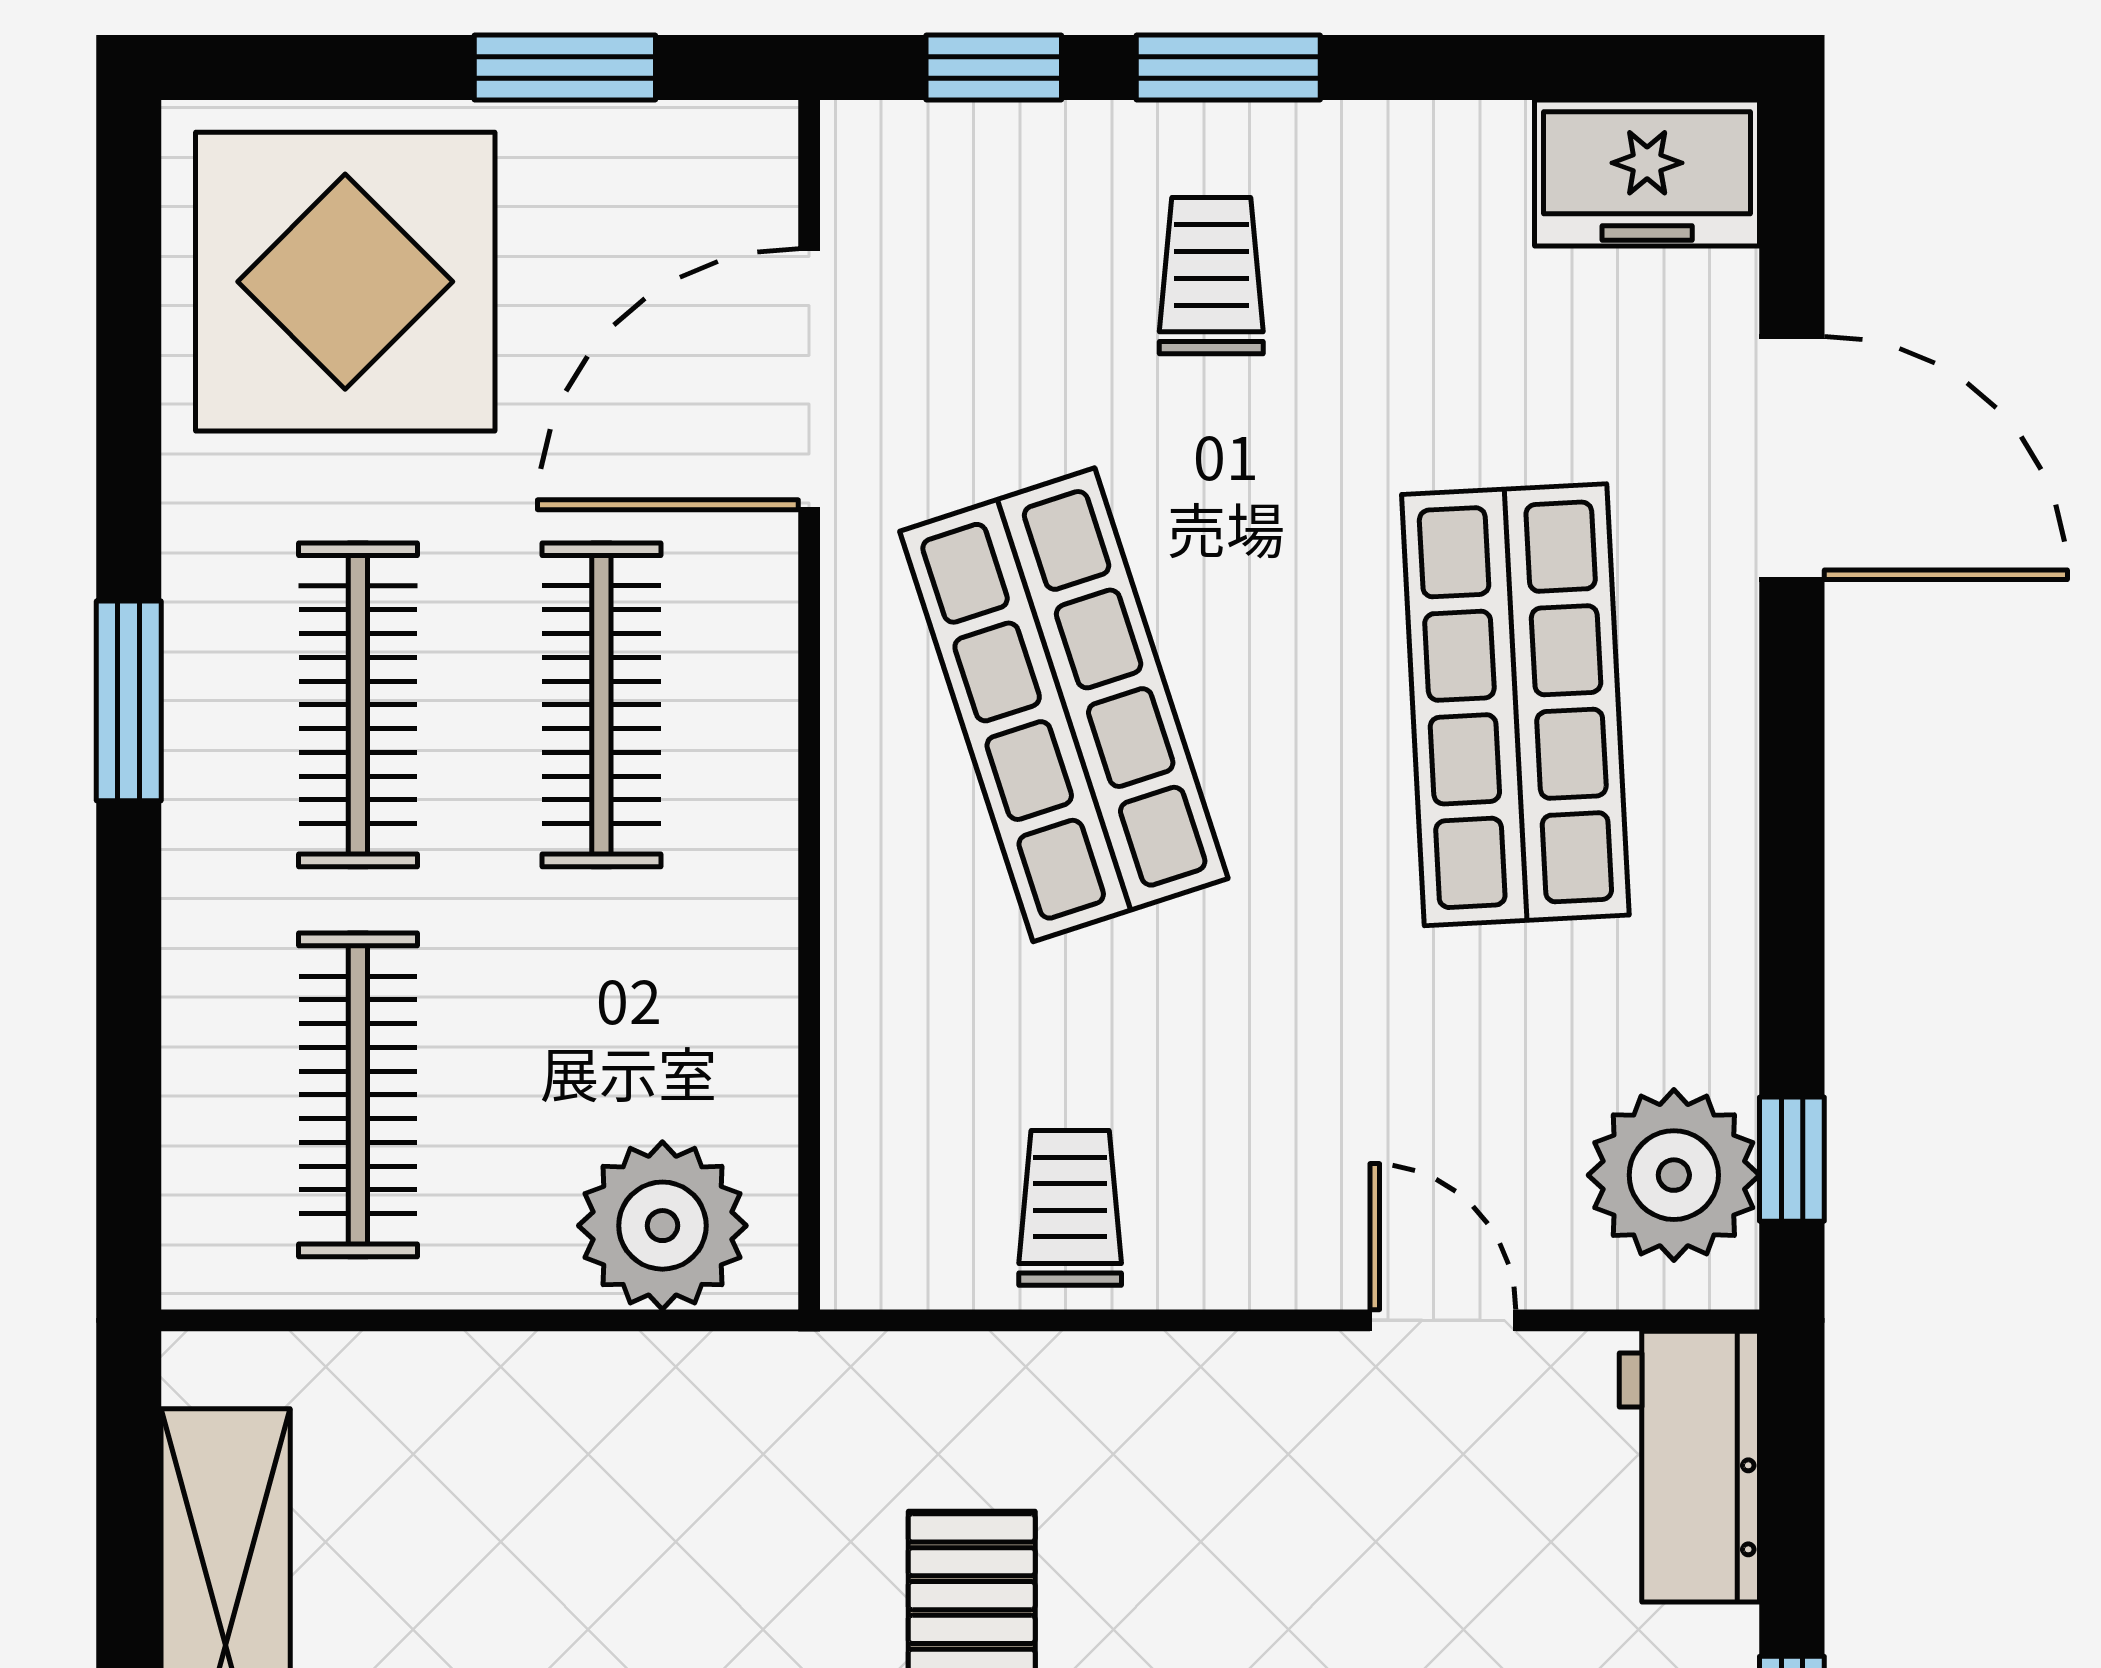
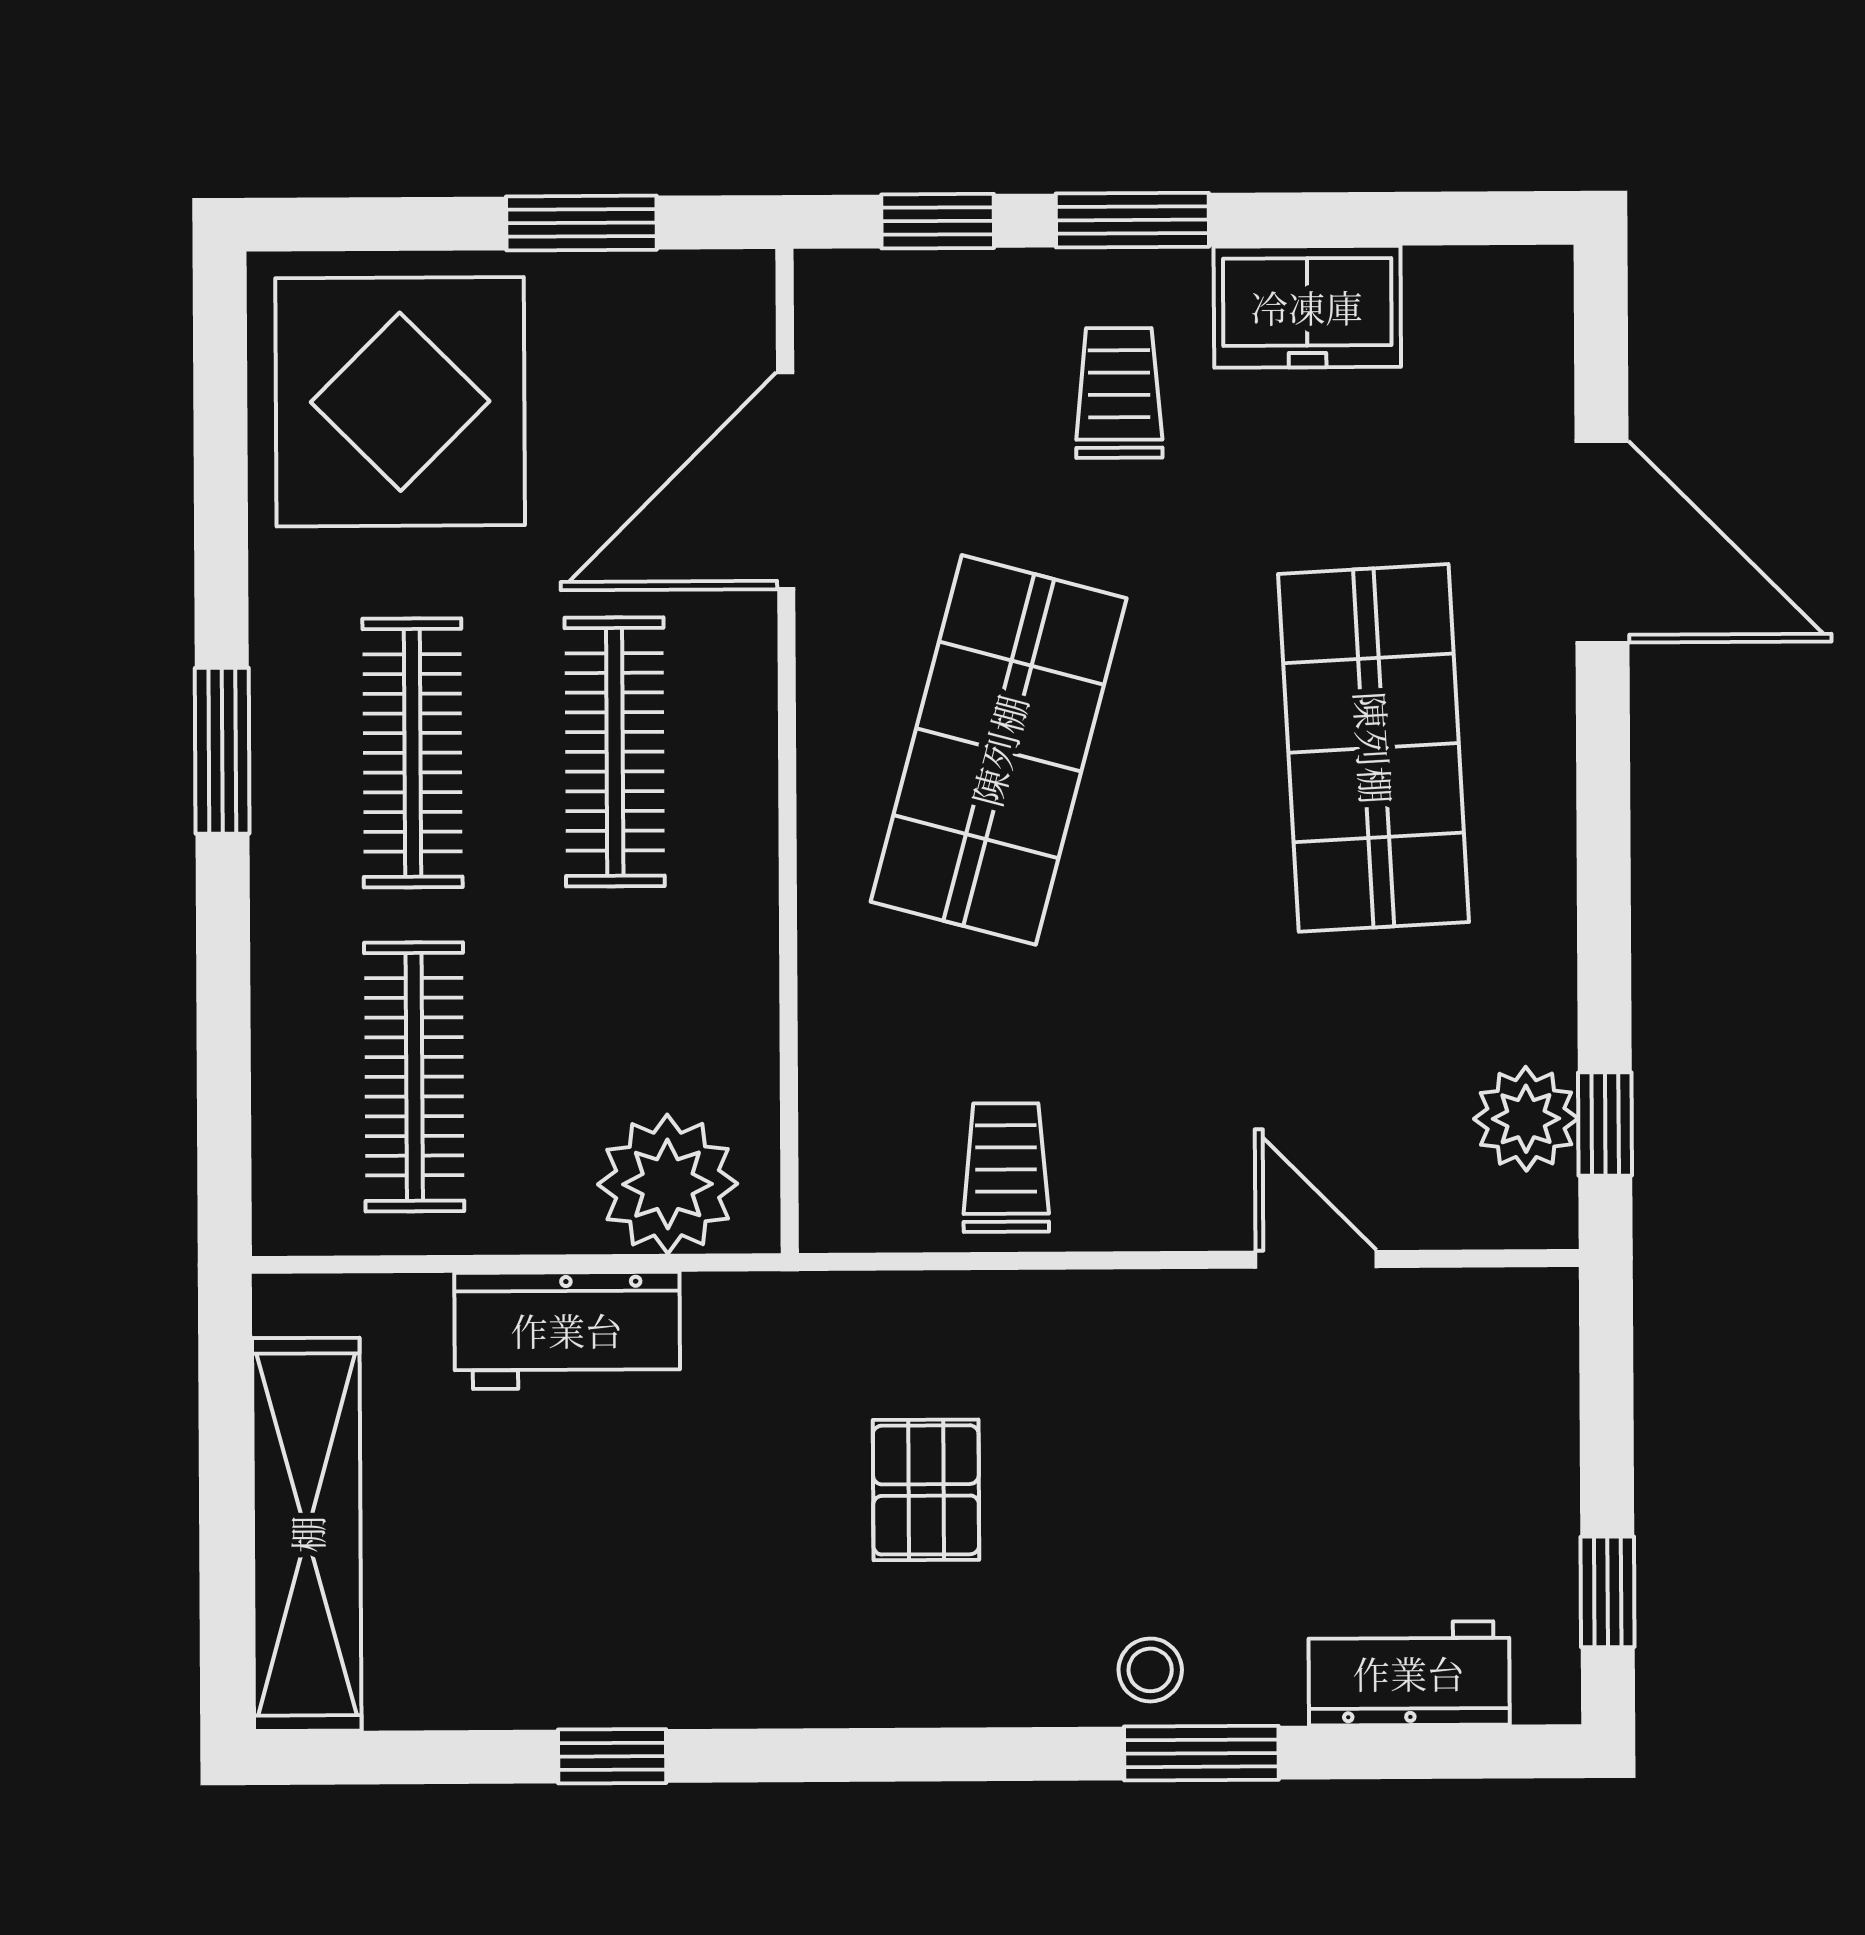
freezer: (1647, 173) -> (1307, 307), moved
shop shelf: (1064, 705) -> (999, 750), turned 33
plant: (1674, 1175) -> (1526, 1119), width x0.73, depth x0.73
workbench: (1689, 1467) -> (567, 1330), moved, turned -90

